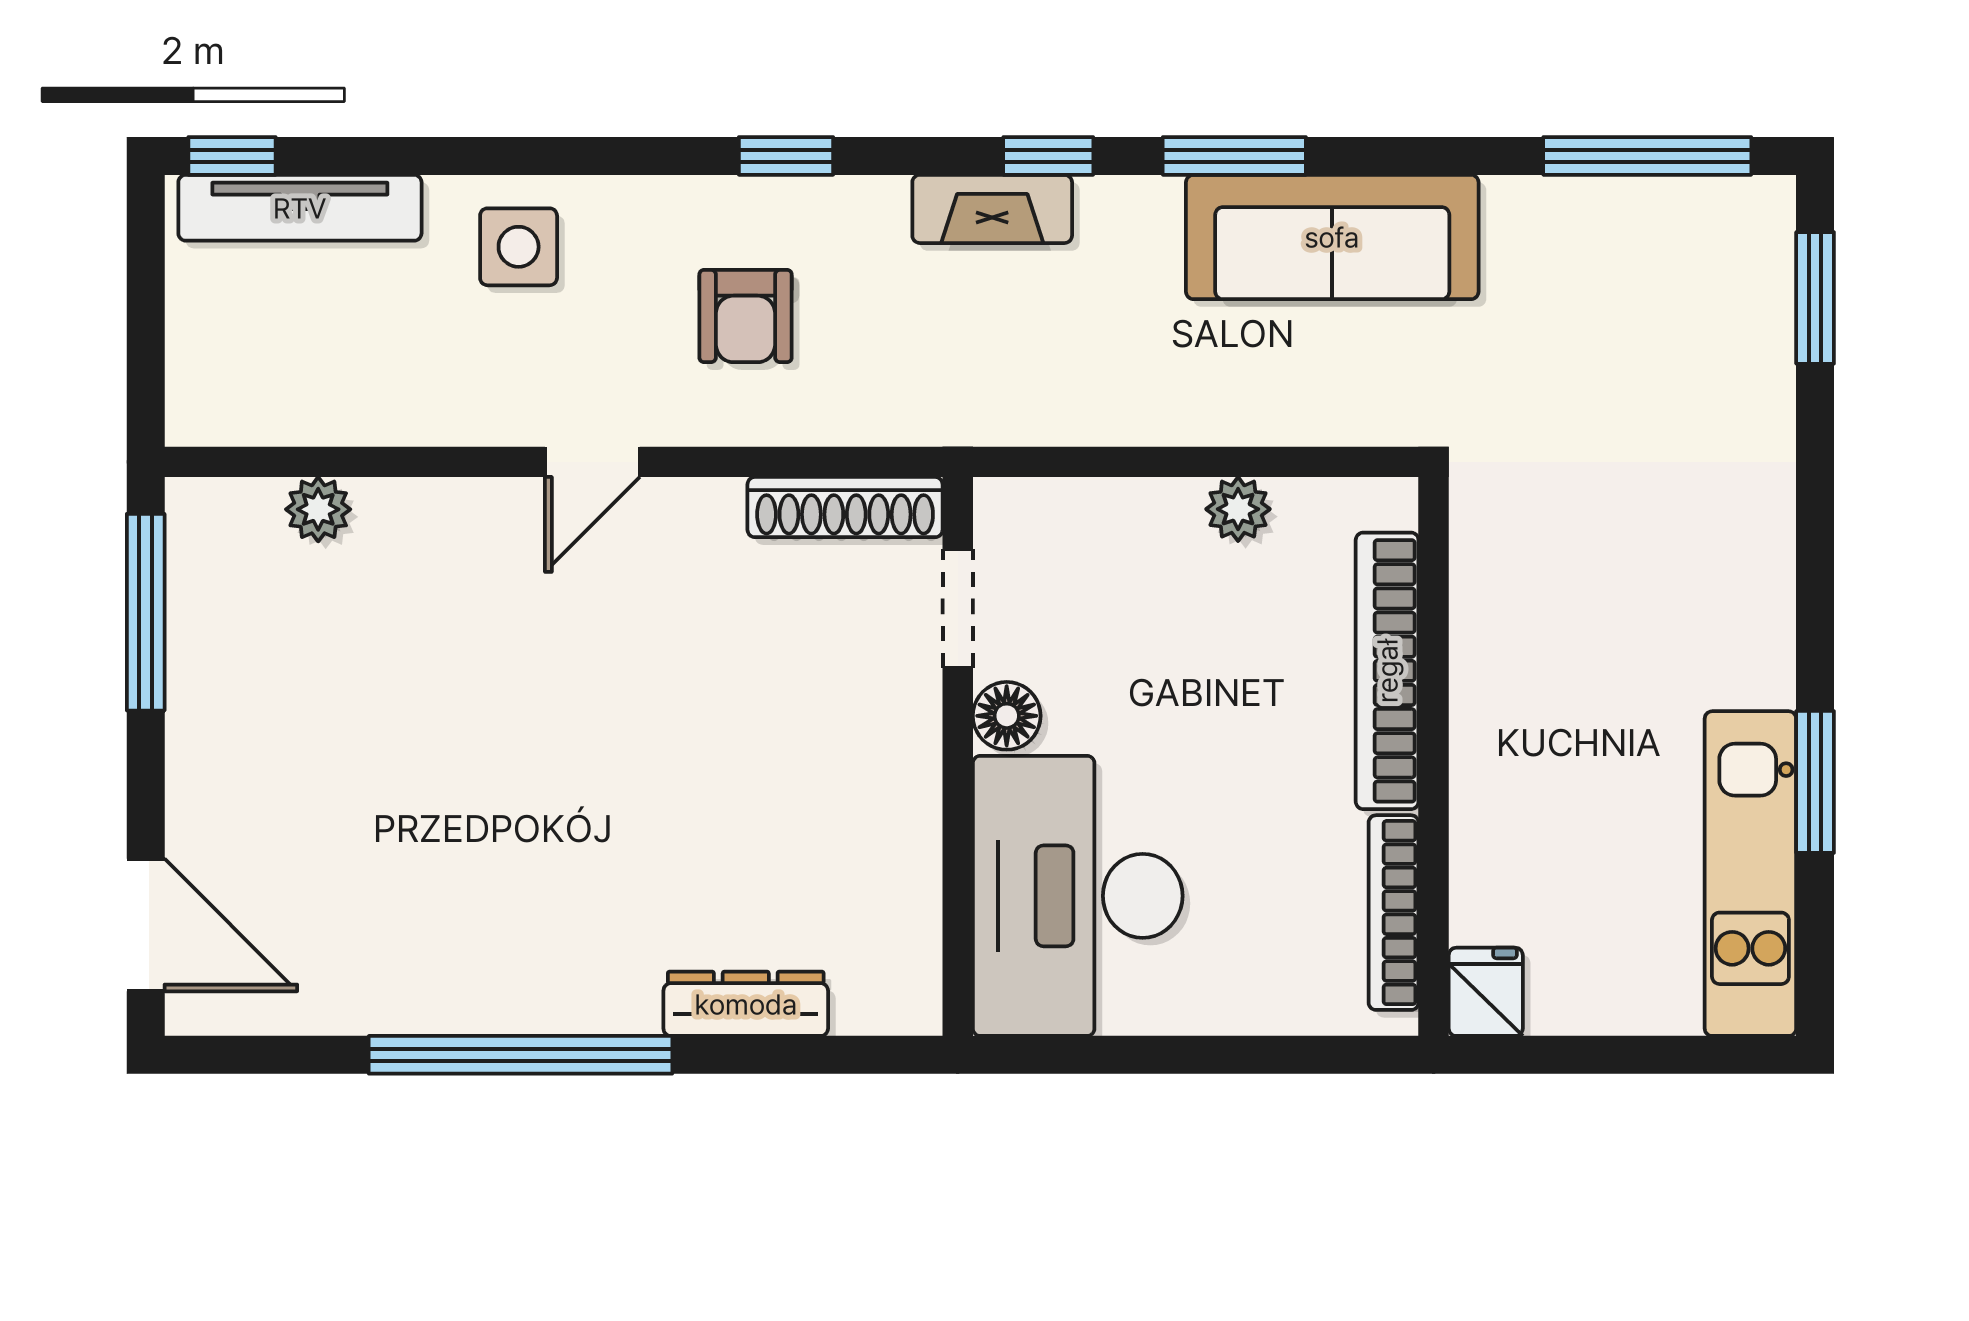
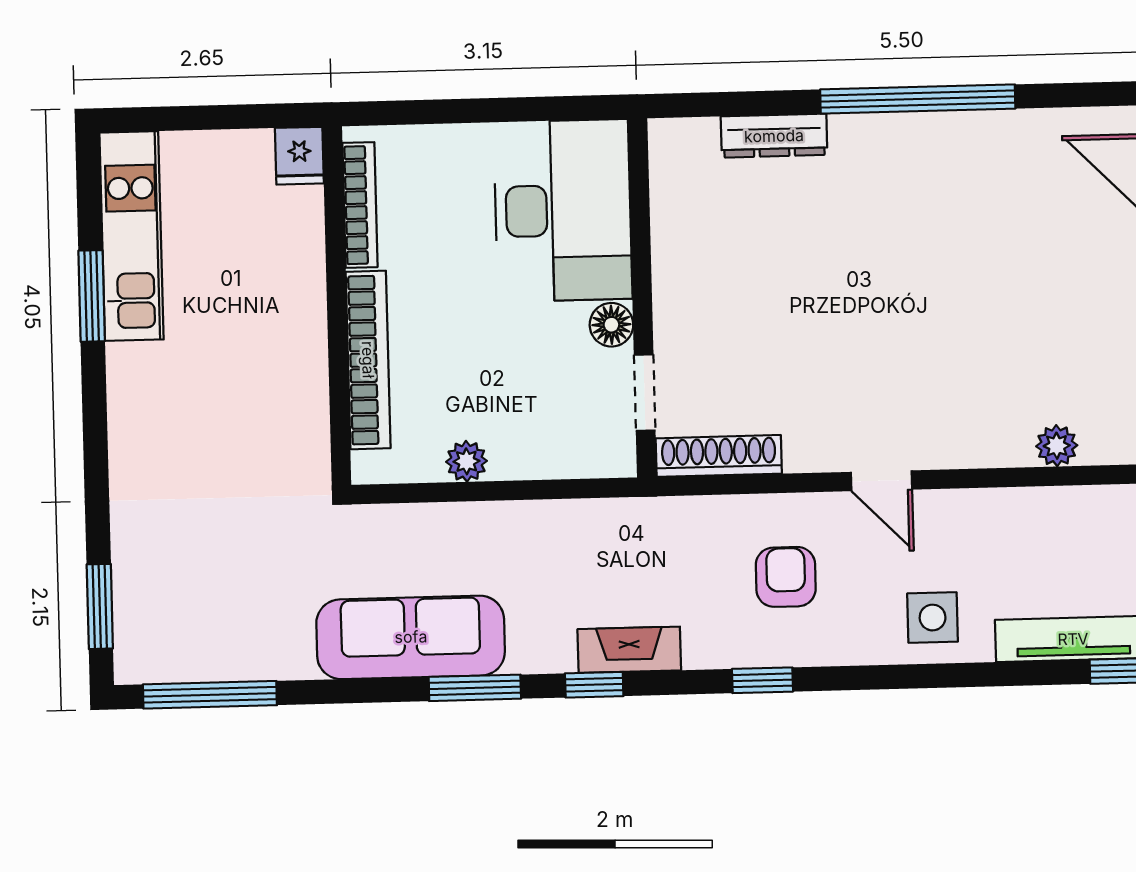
door: (592, 462) -> (881, 481), swing flipped

